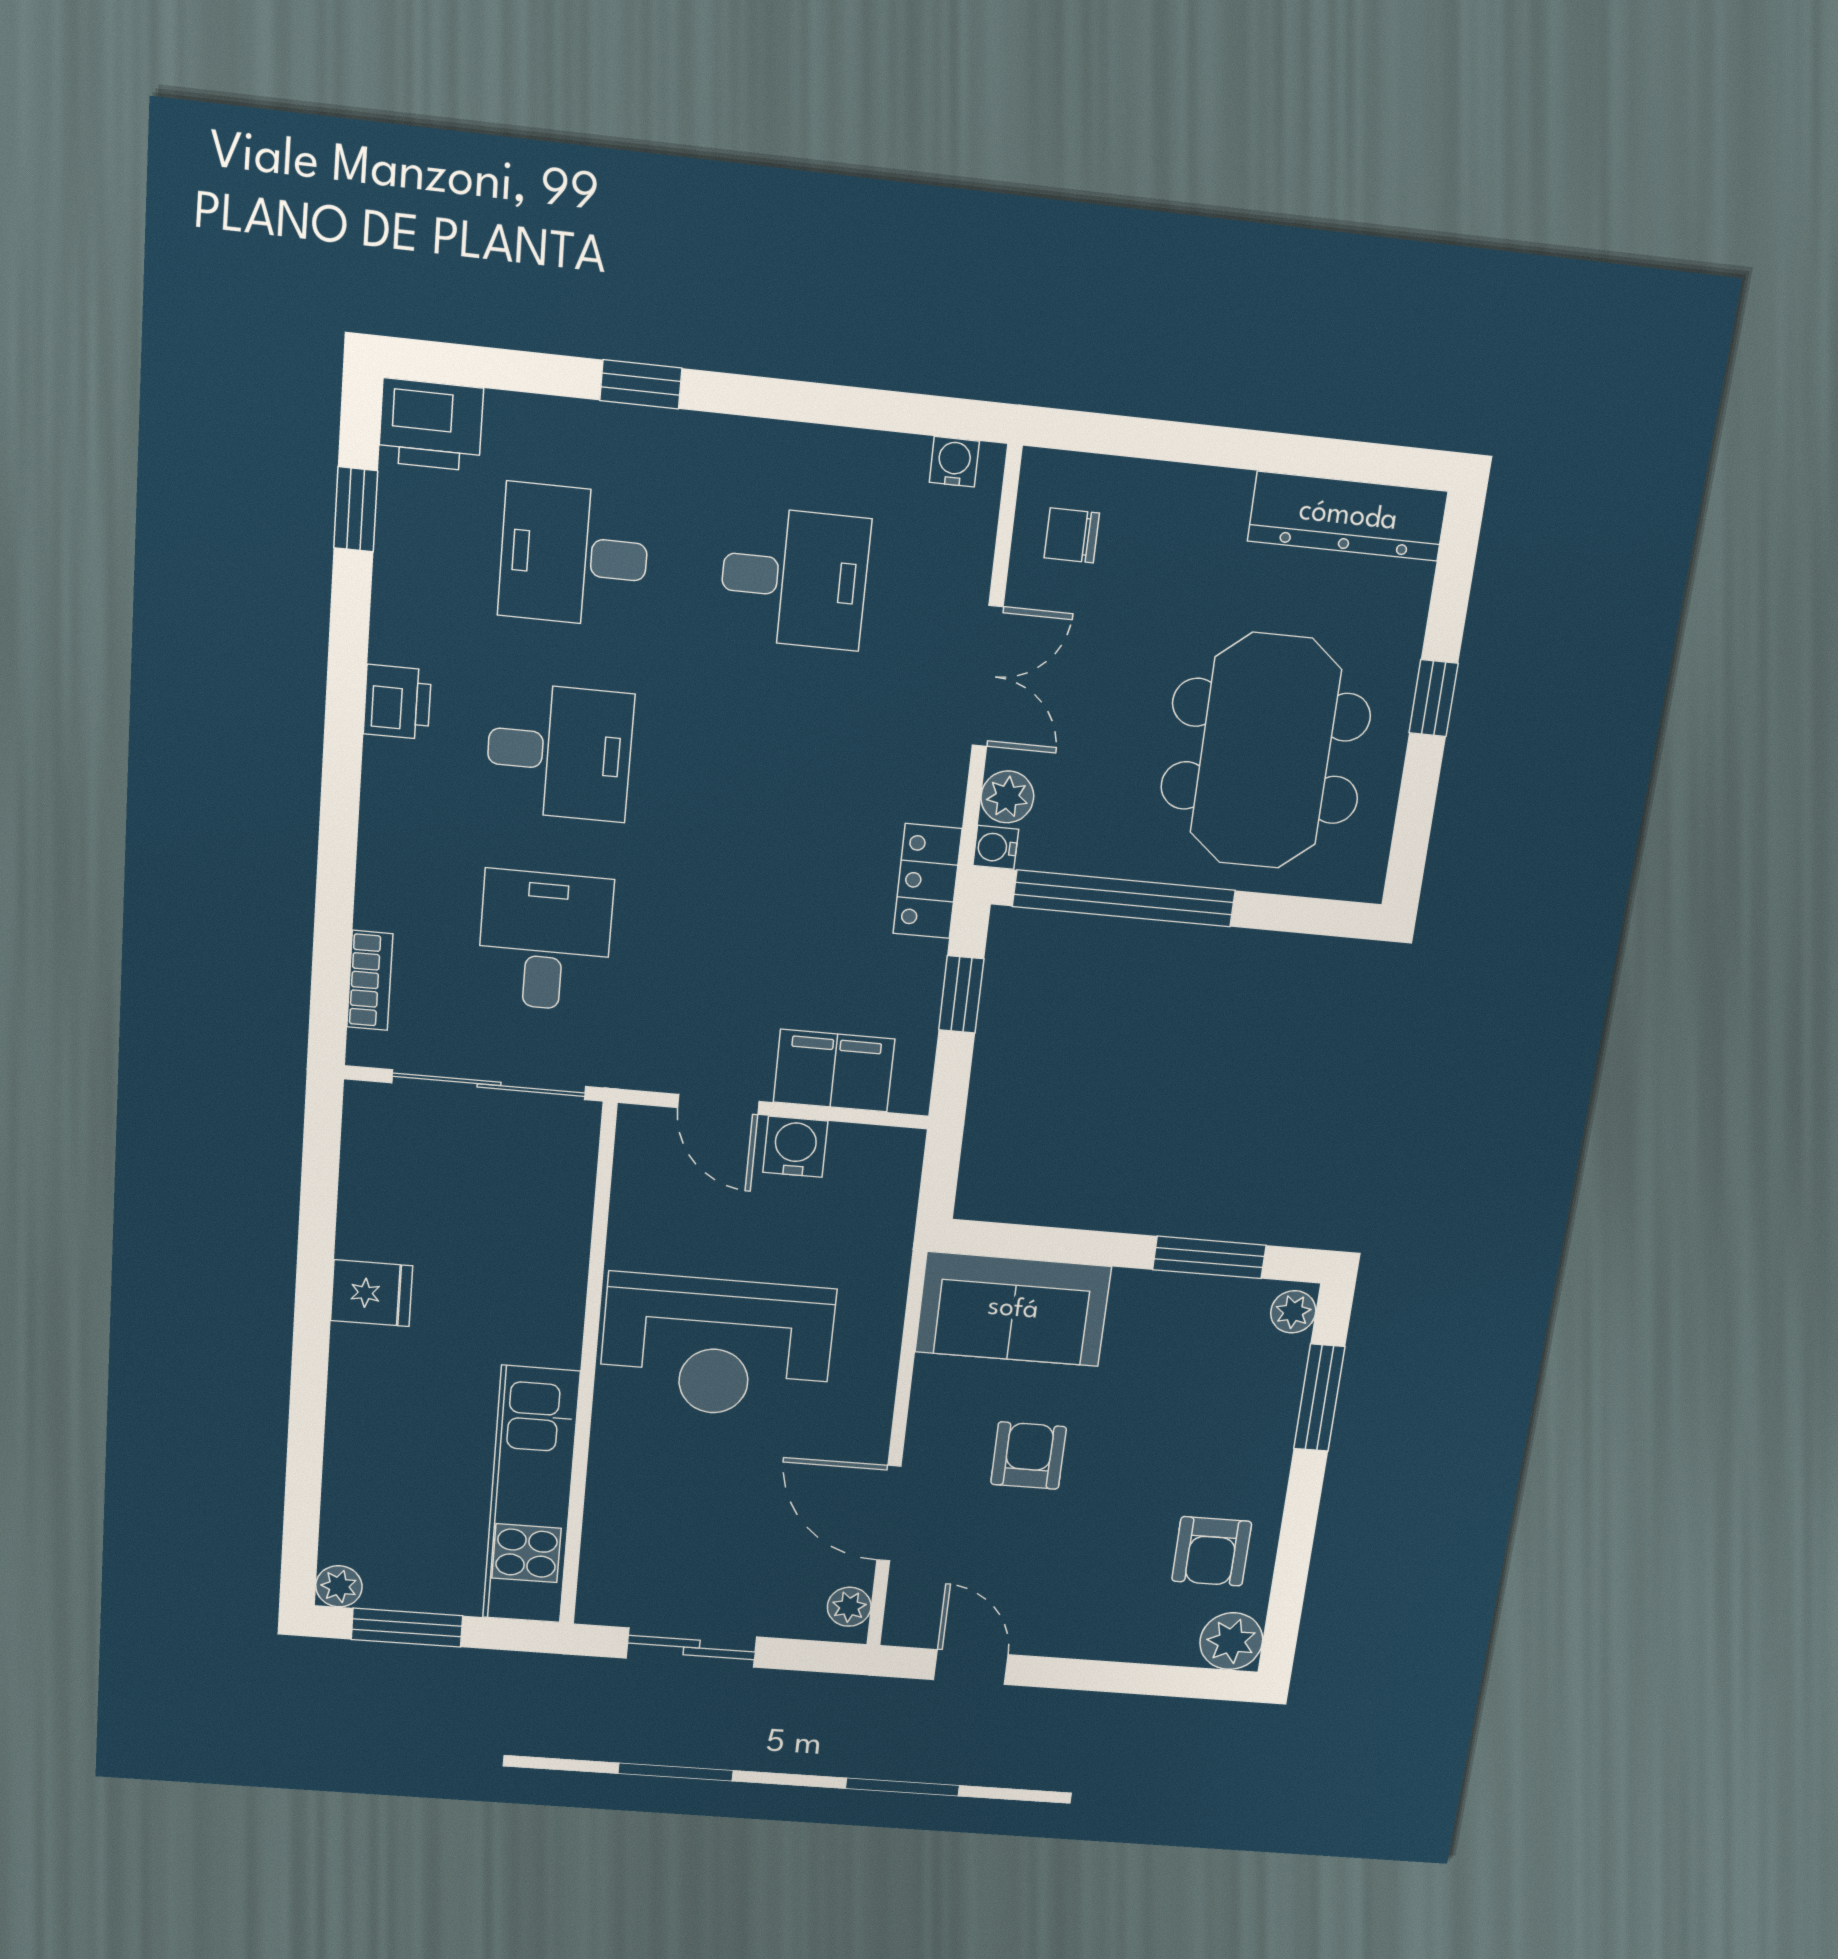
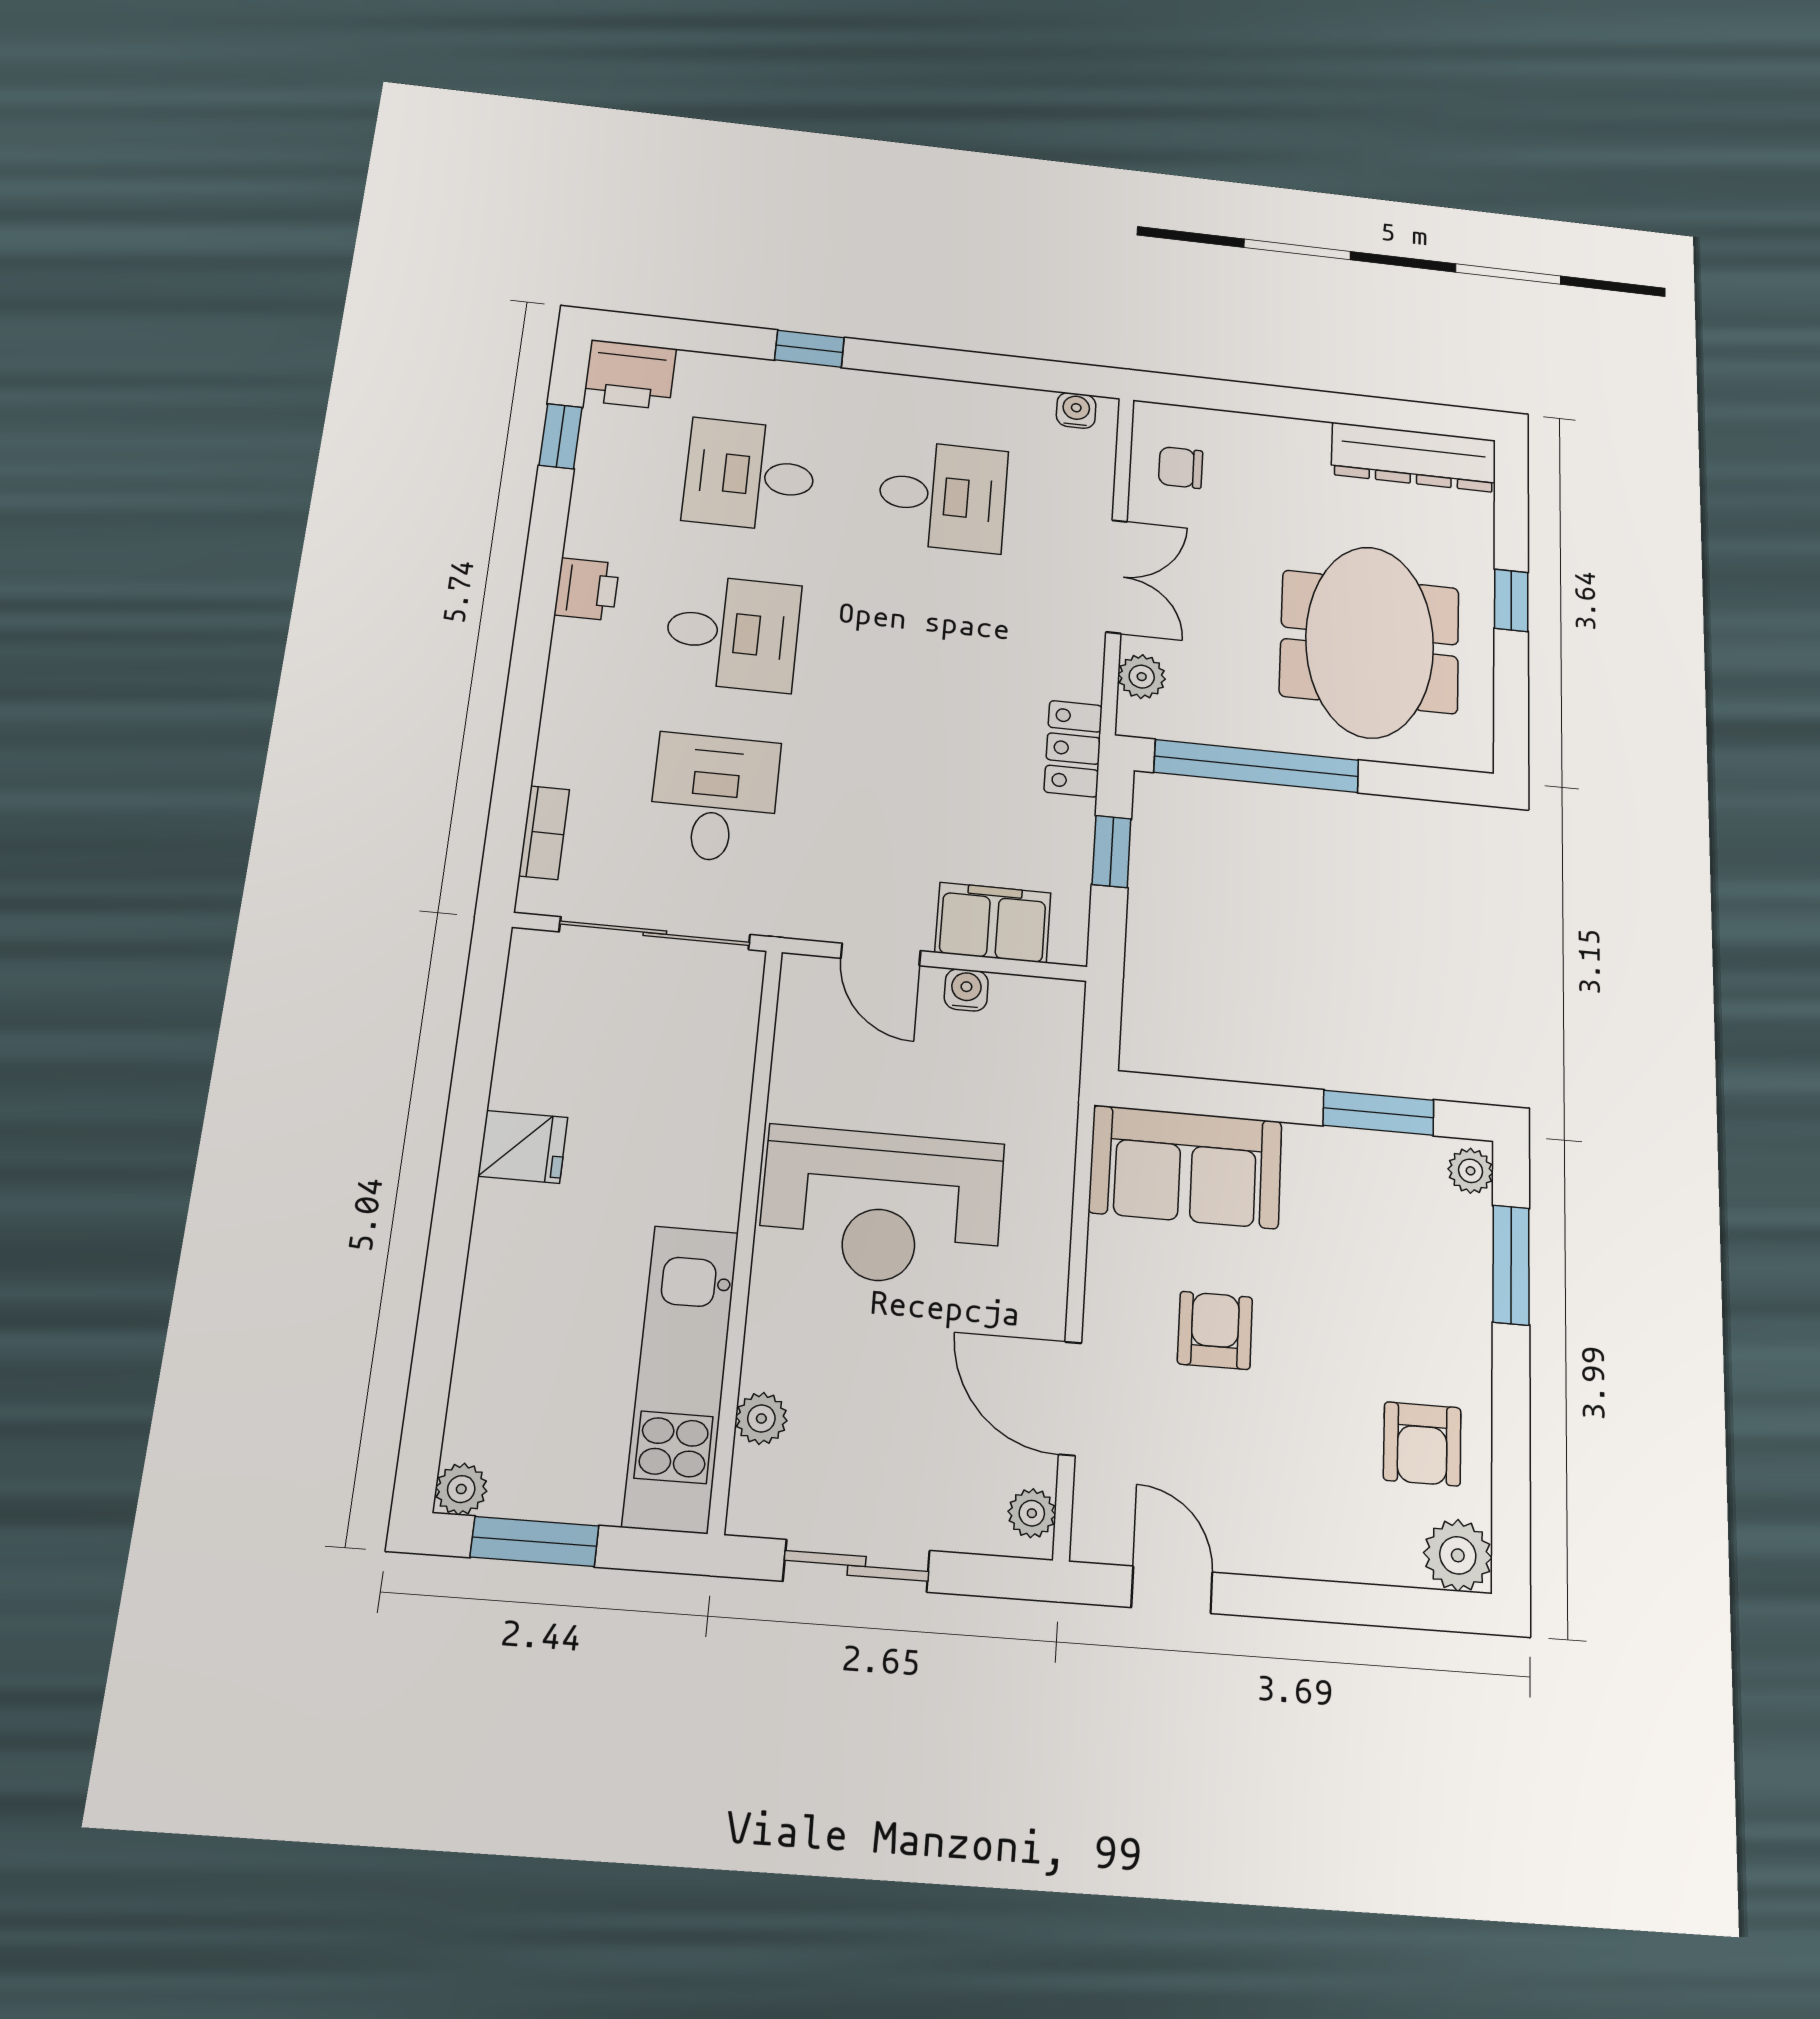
water cooler: (996, 847) -> (1134, 720), removed
water cooler: (795, 1147) -> (966, 990), width x0.72, depth x0.72
plant: (605, 1530) -> (761, 1418), added

